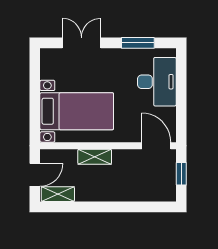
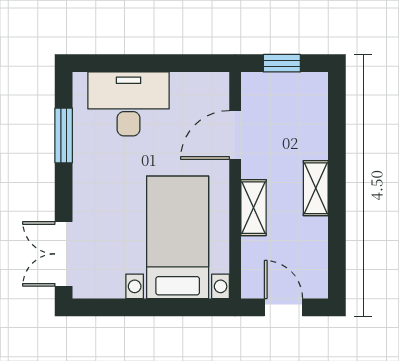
double door: (82, 43) -> (64, 254), moved
door: (156, 146) -> (235, 135), moved
shelving: (58, 194) -> (316, 188), moved

